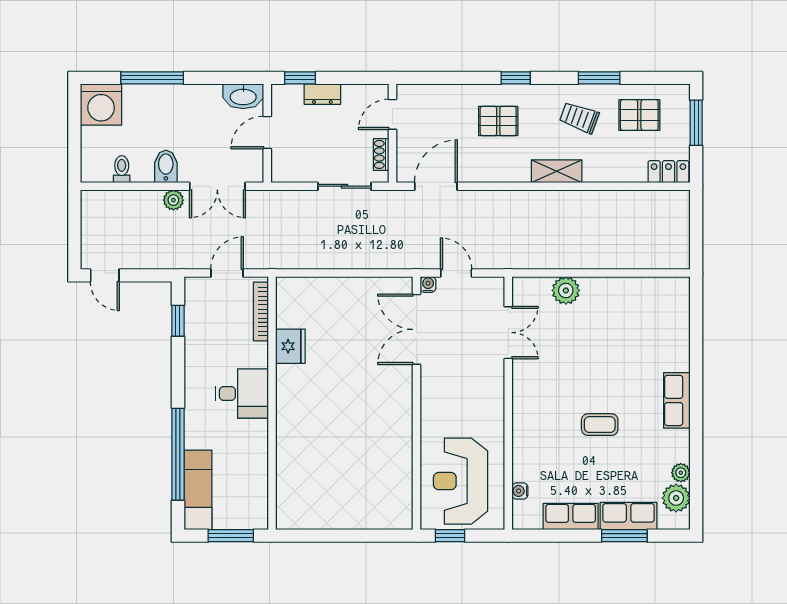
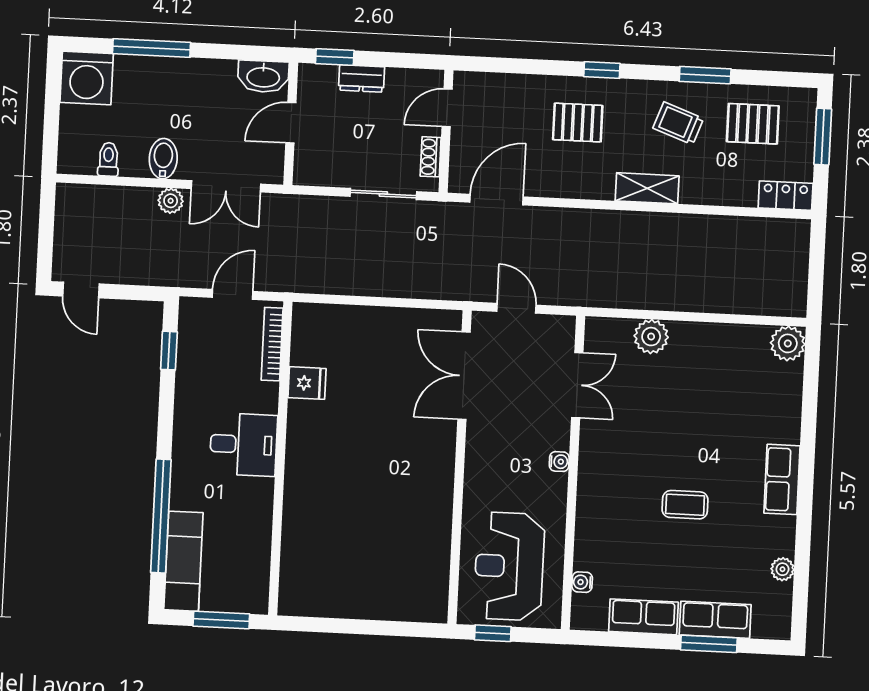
water cooler: (428, 284) -> (559, 462), moved, turned 90
fridge: (290, 346) -> (307, 383), width x0.72
plant: (676, 498) -> (788, 343), moved

